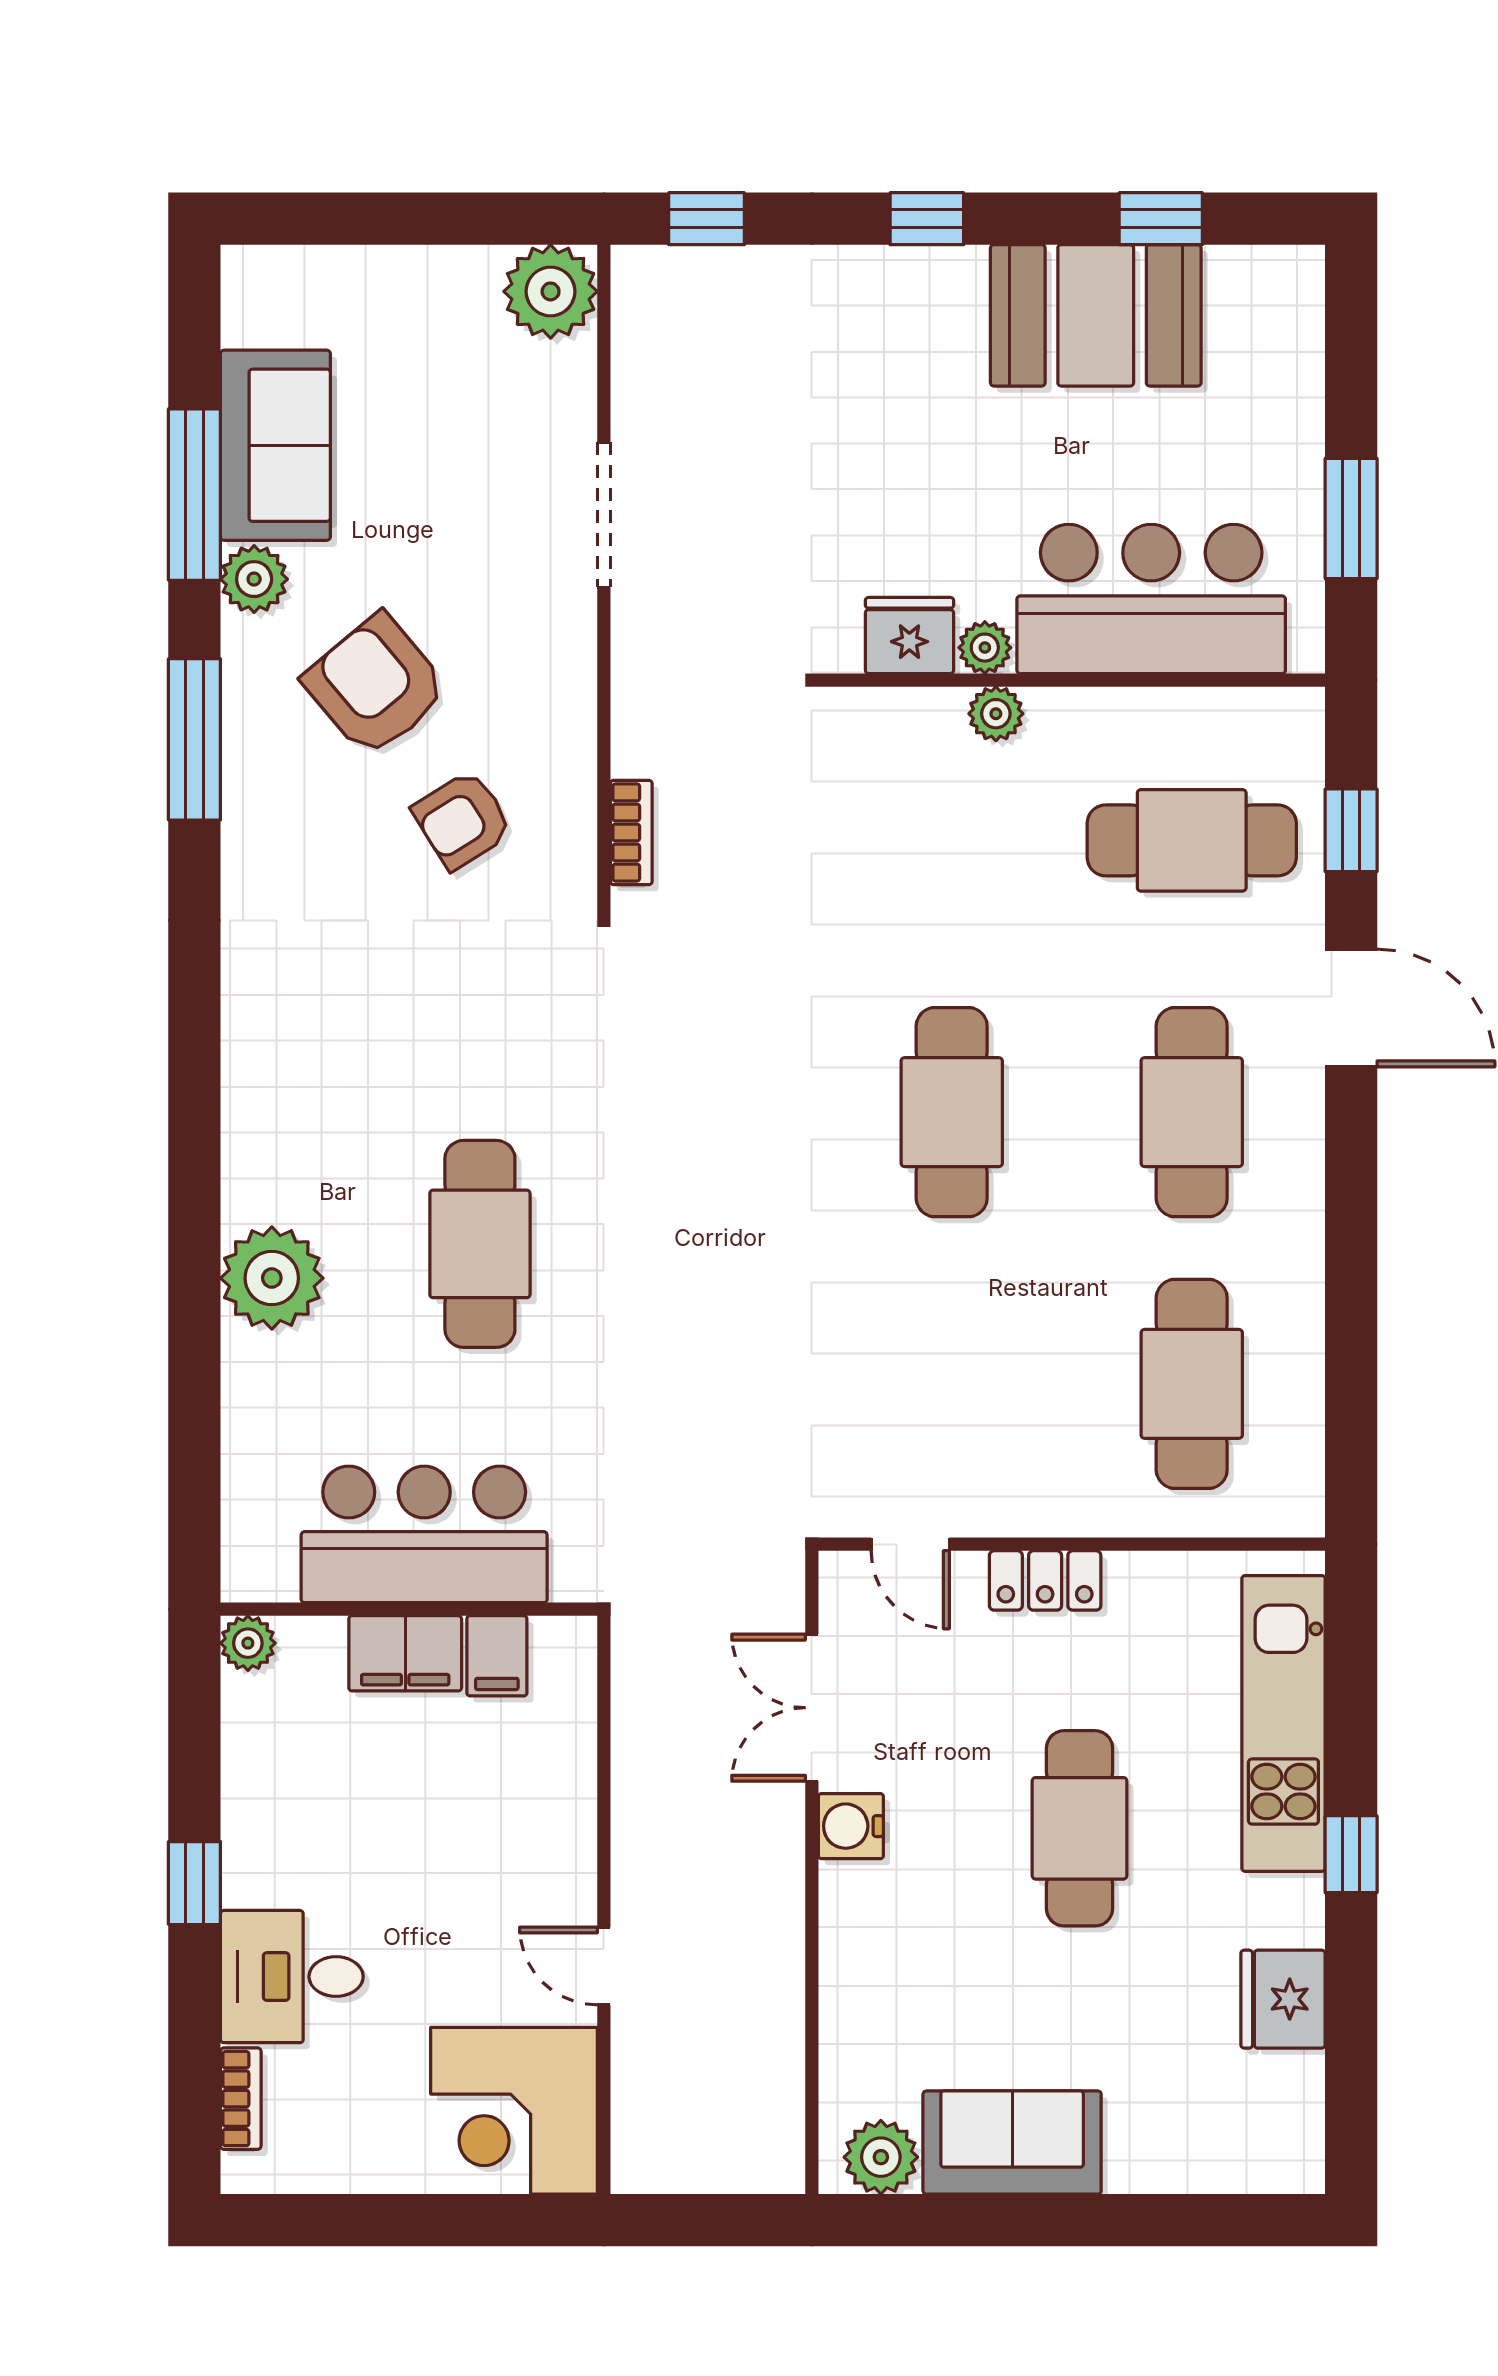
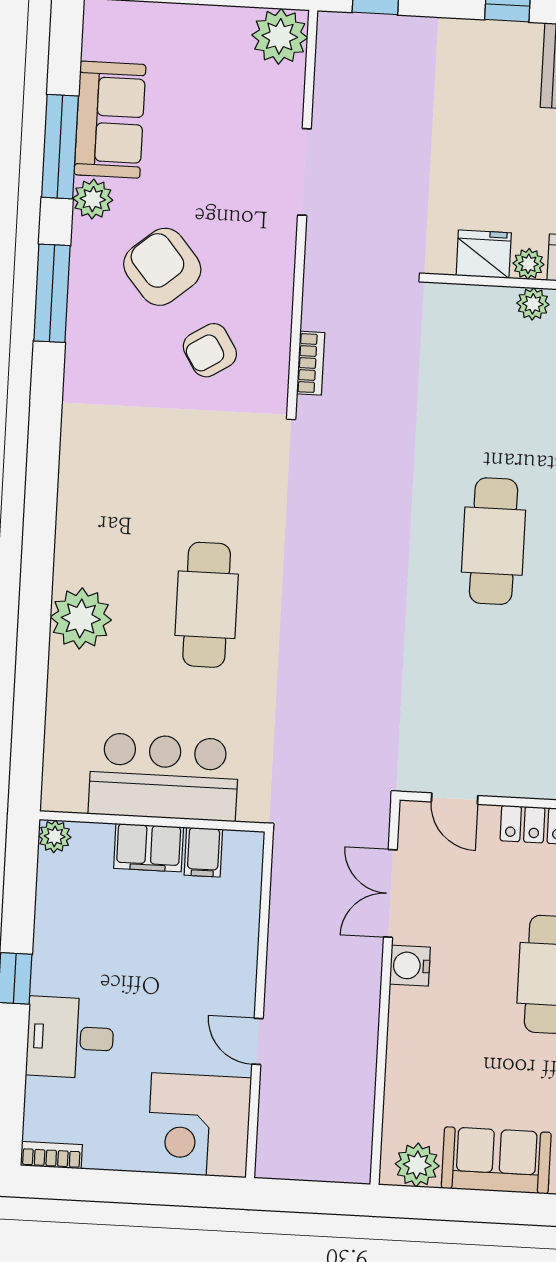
bookcase: (241, 2099) -> (51, 1155), moved, turned -90

